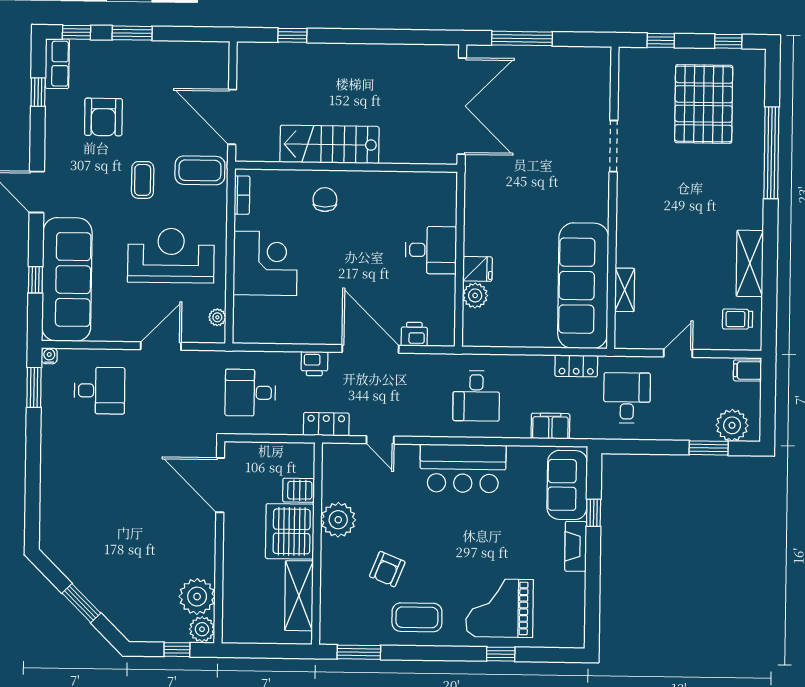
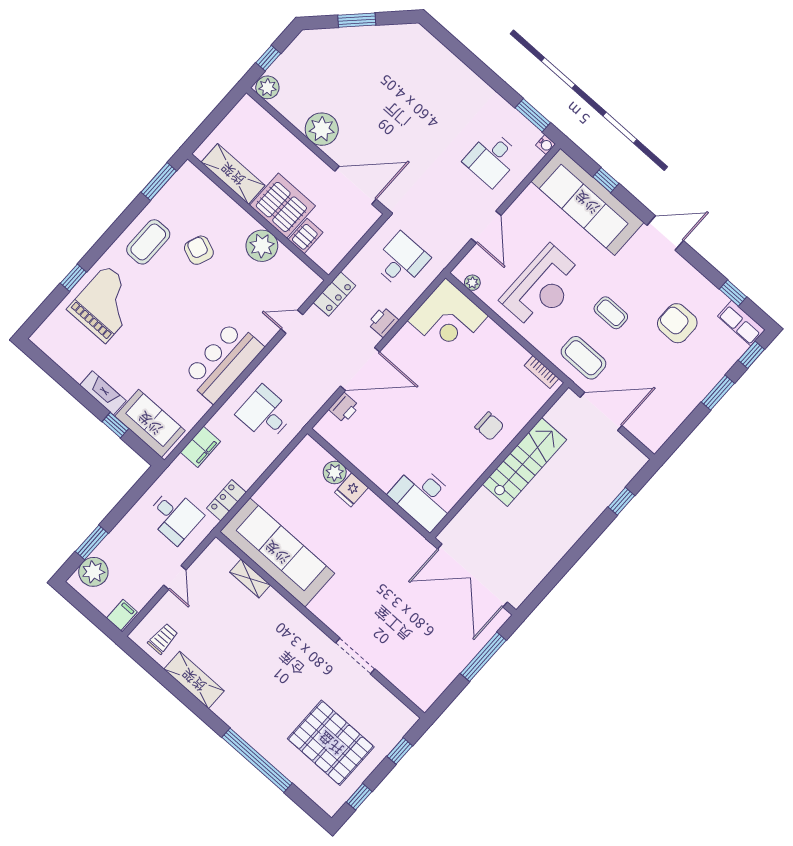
coffee table: (200, 170) -> (583, 358), turned 90
desk: (431, 250) -> (423, 497), moved, width x1.37
corner desk: (265, 263) -> (448, 318), moved
plant: (197, 597) -> (322, 129), moved

